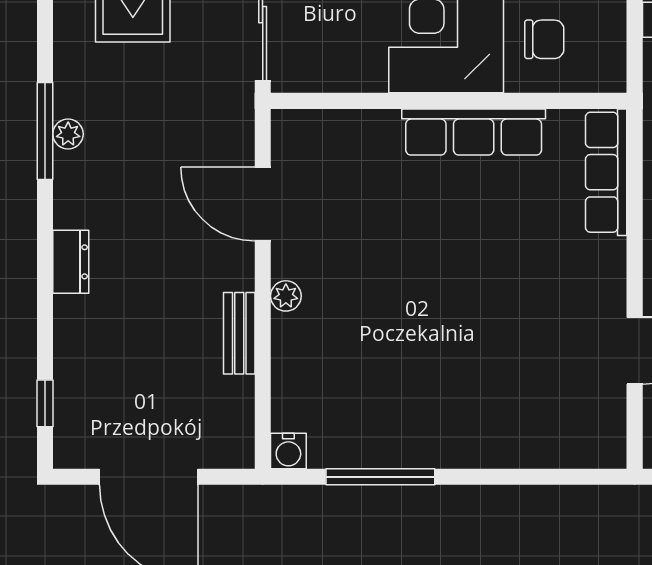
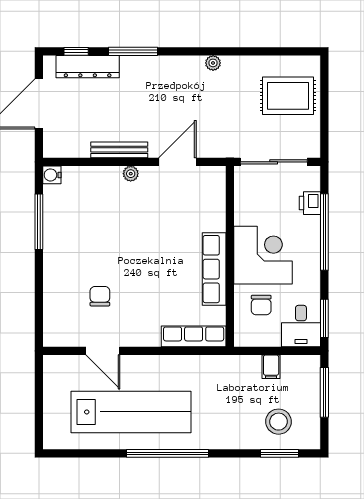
window: (45, 131) -> (133, 51), moved
dresser: (71, 262) -> (88, 67), moved, width x1.96, depth x1.24
bench: (239, 333) -> (119, 150), width x1.36
chair: (527, 357) -> (100, 296), added

